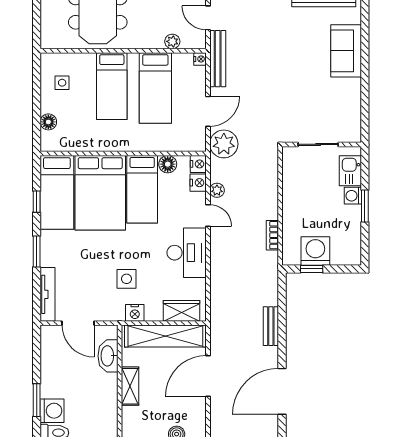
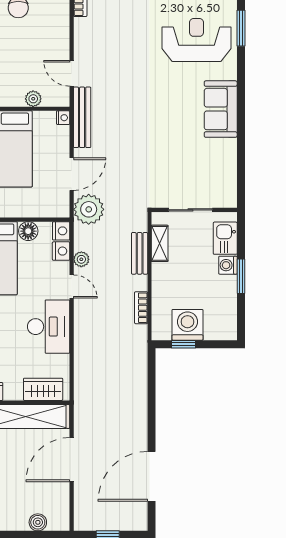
shelving: (290, 175) -> (160, 243), added
bench: (271, 326) -> (140, 253), moved

